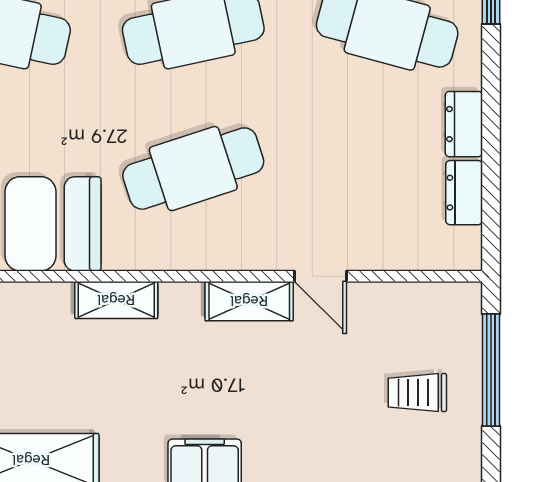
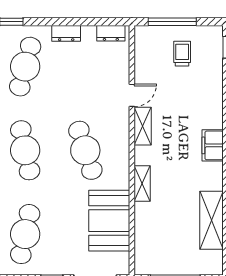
dresser: (464, 193) -> (111, 33), moved
trolley: (417, 393) -> (182, 54), turned 180

